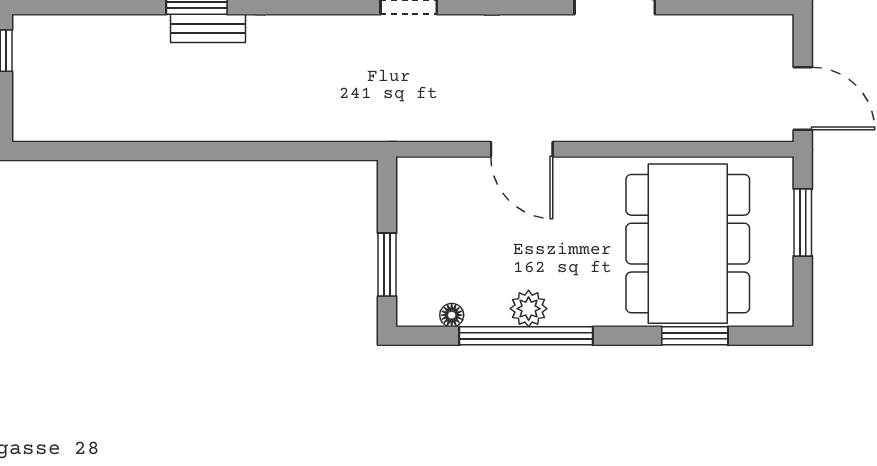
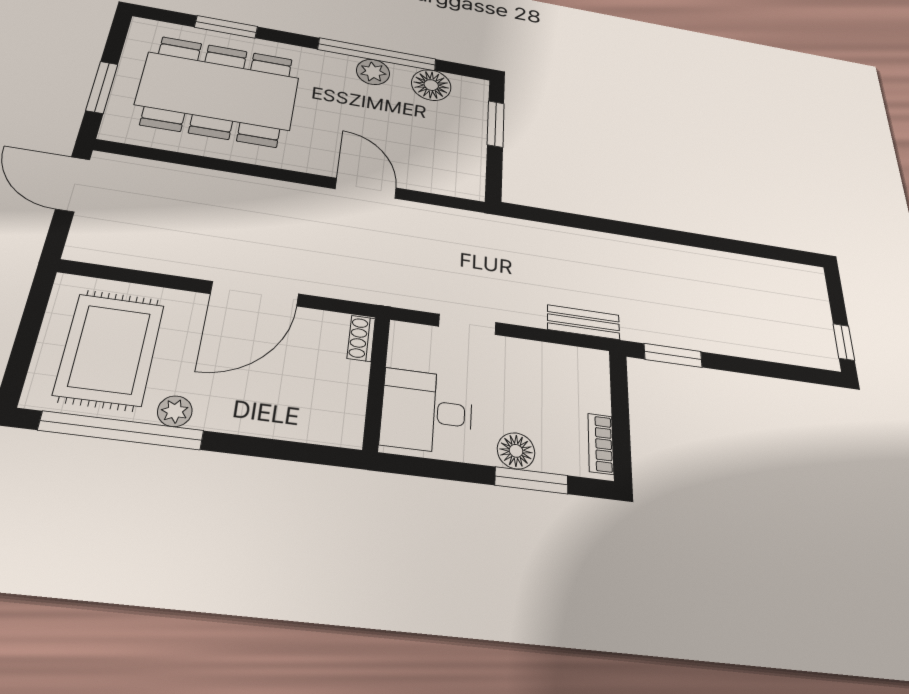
bench: (208, 28) -> (583, 322), moved
dining table: (688, 244) -> (218, 91), turned 90
floor lamp: (452, 315) -> (431, 85), width x1.89, depth x1.89

